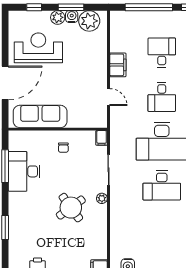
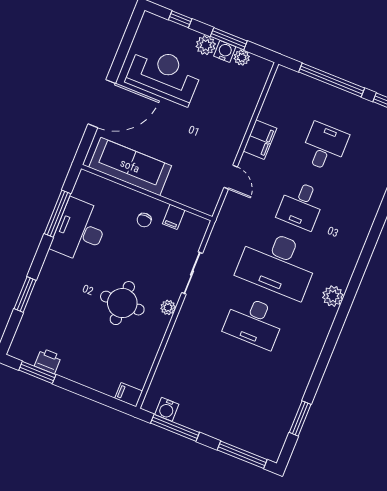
plant: (89, 21) -> (242, 58), width x0.53, depth x0.53
filing cabinet: (102, 138) -> (174, 217), moved
round table: (71, 208) -> (122, 303), turned 36

